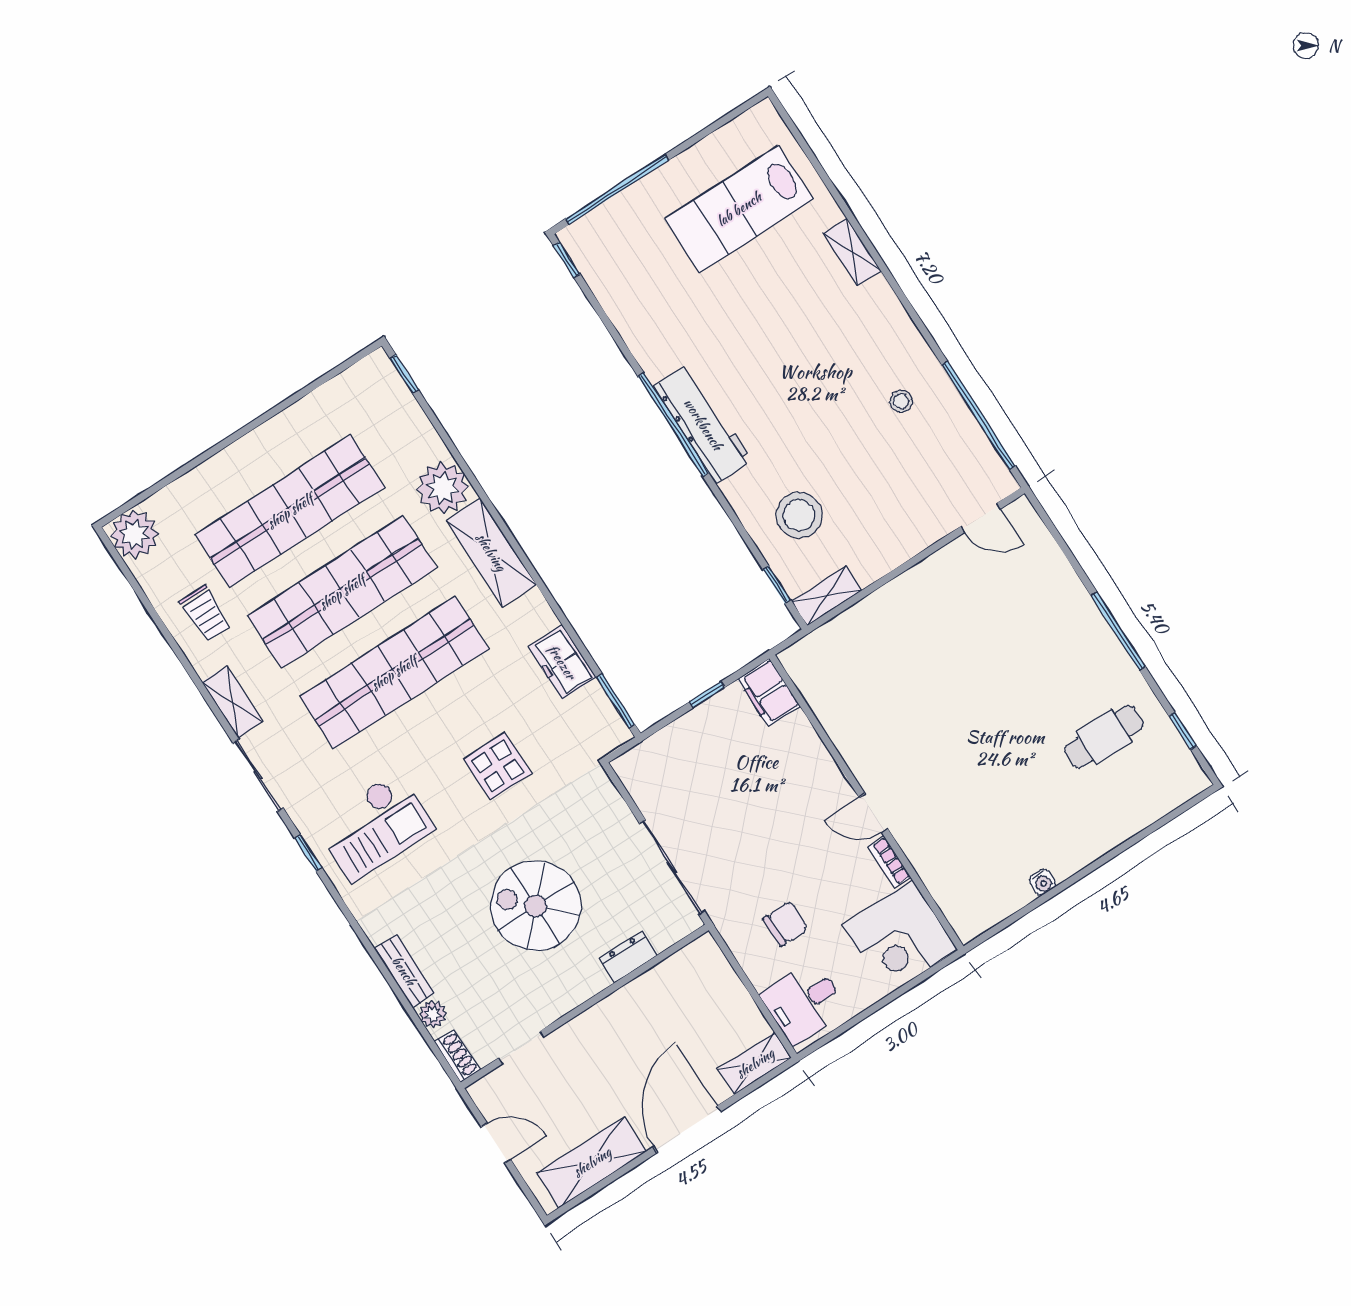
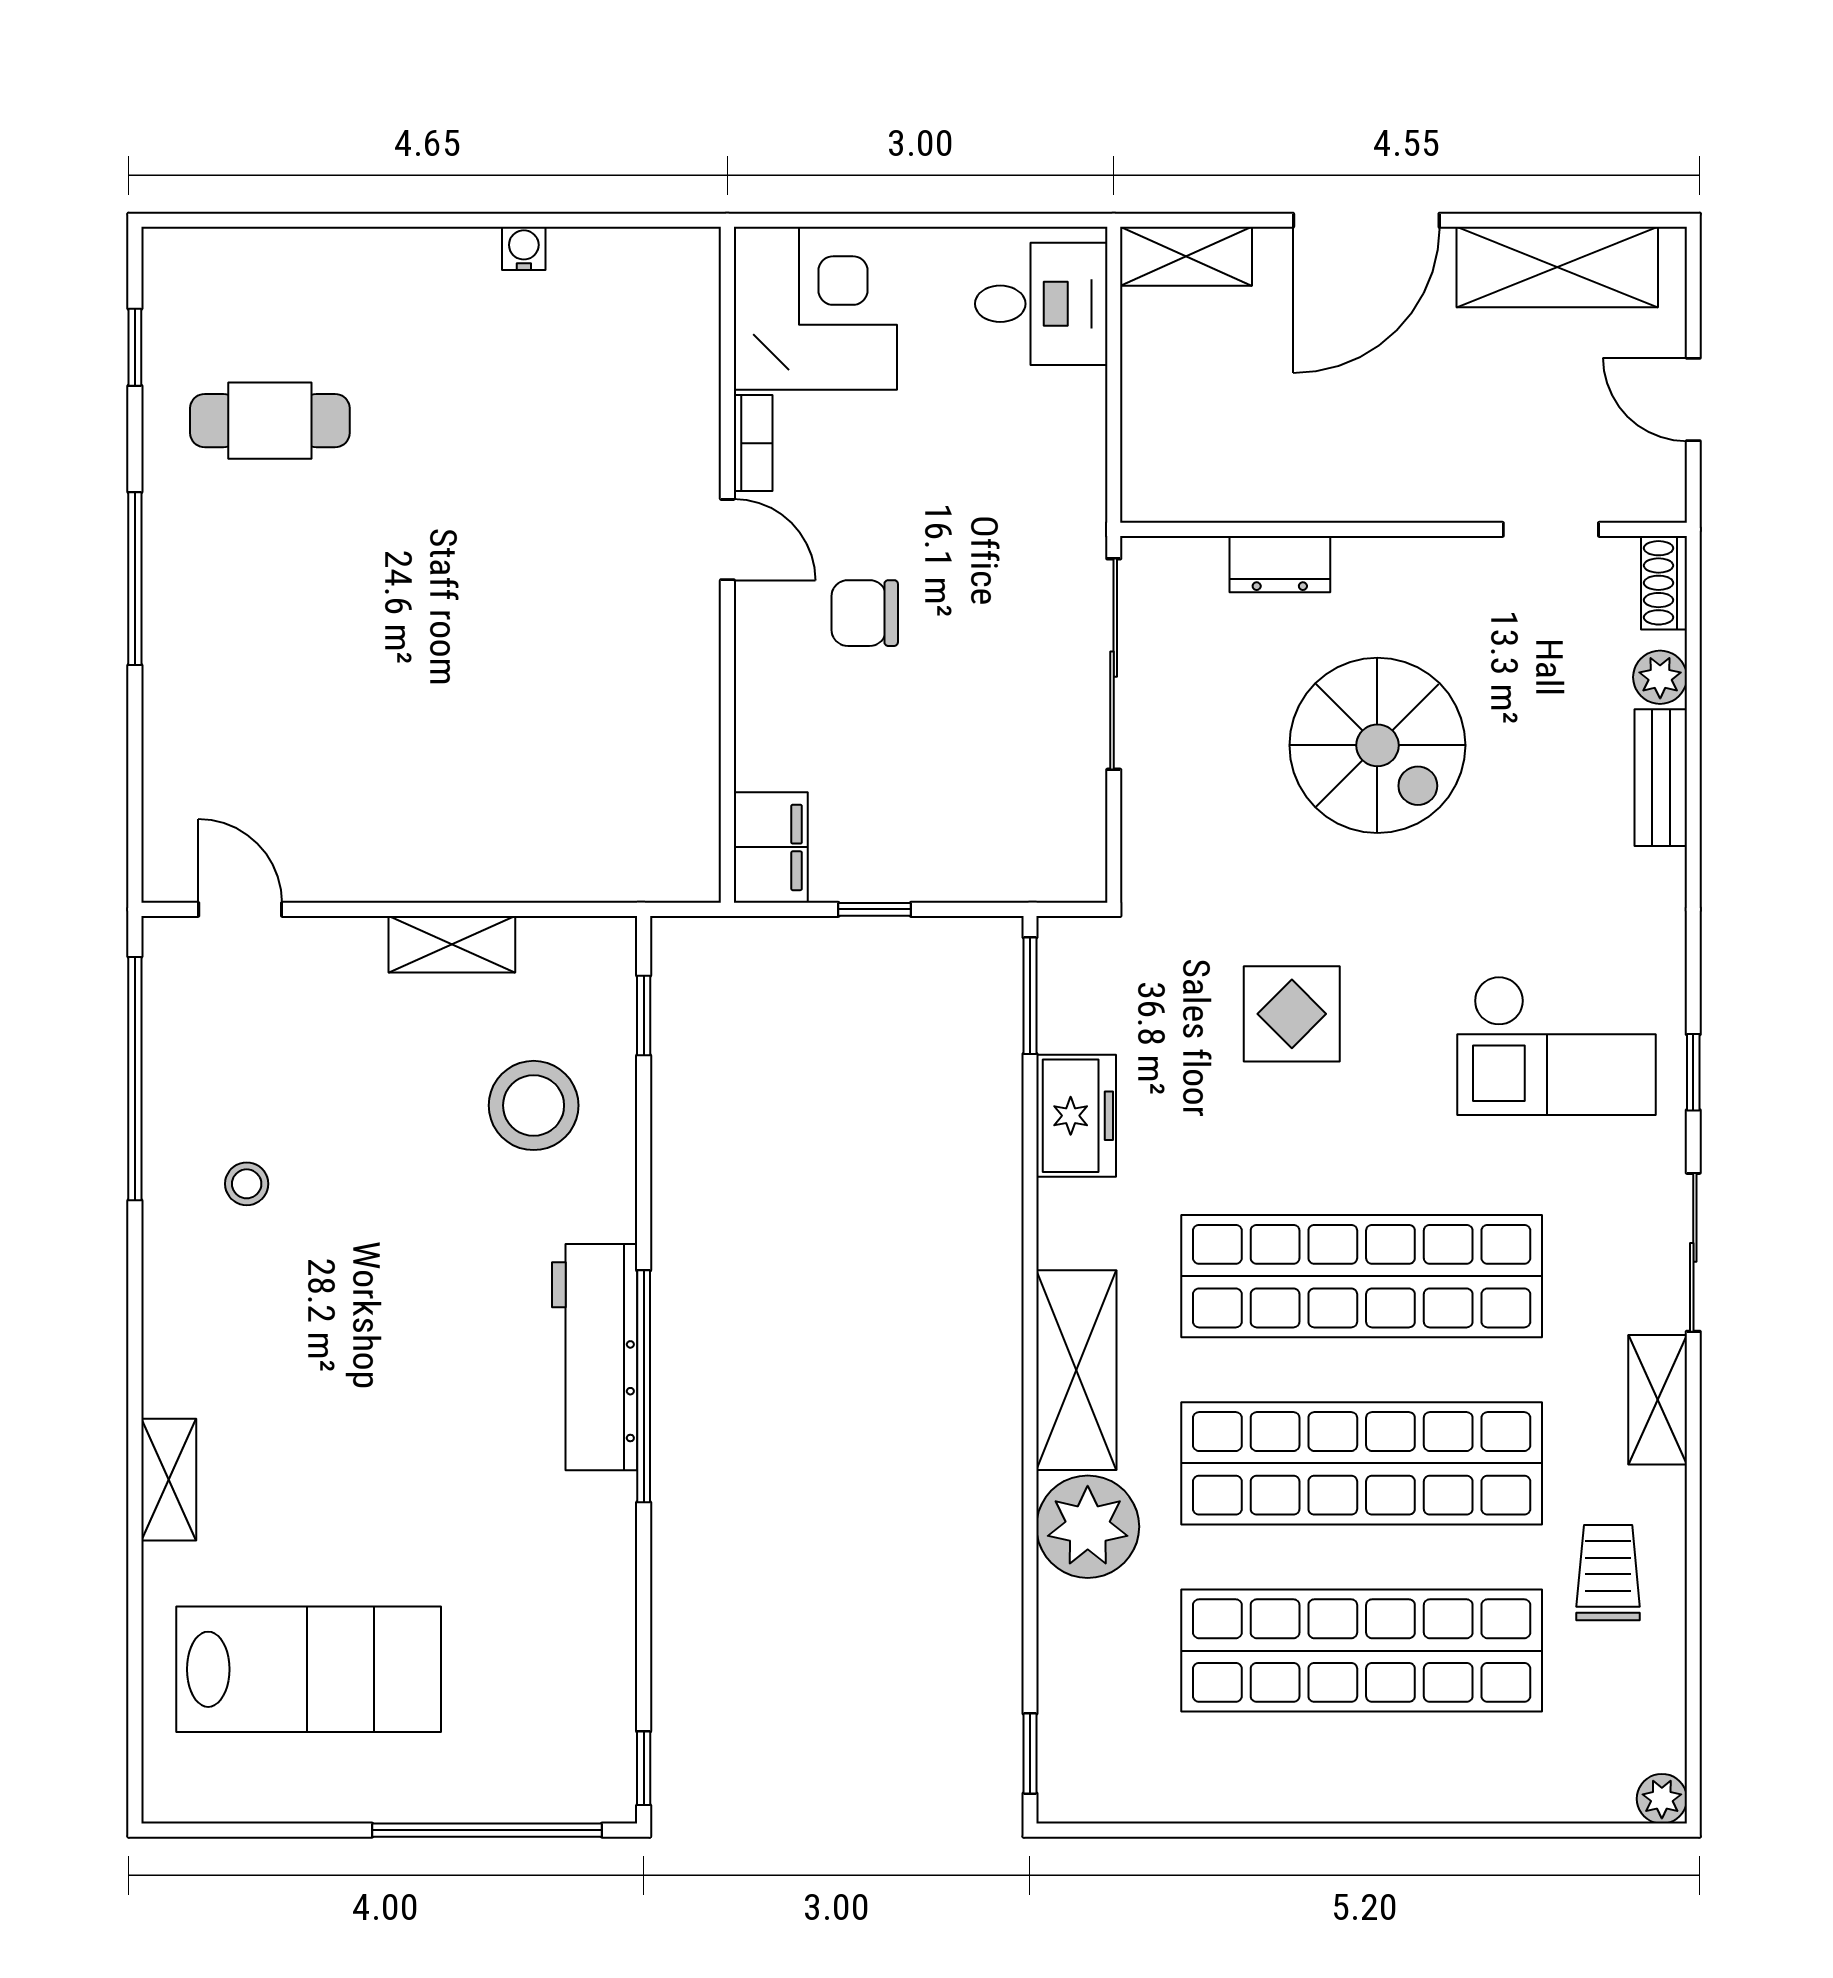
plant: (135, 534) -> (1662, 1799), width x0.53, depth x0.53
shelving: (827, 596) -> (452, 944), moved
checkout: (375, 826) -> (1556, 1045), turned 180
chair: (786, 924) -> (865, 613), moved

